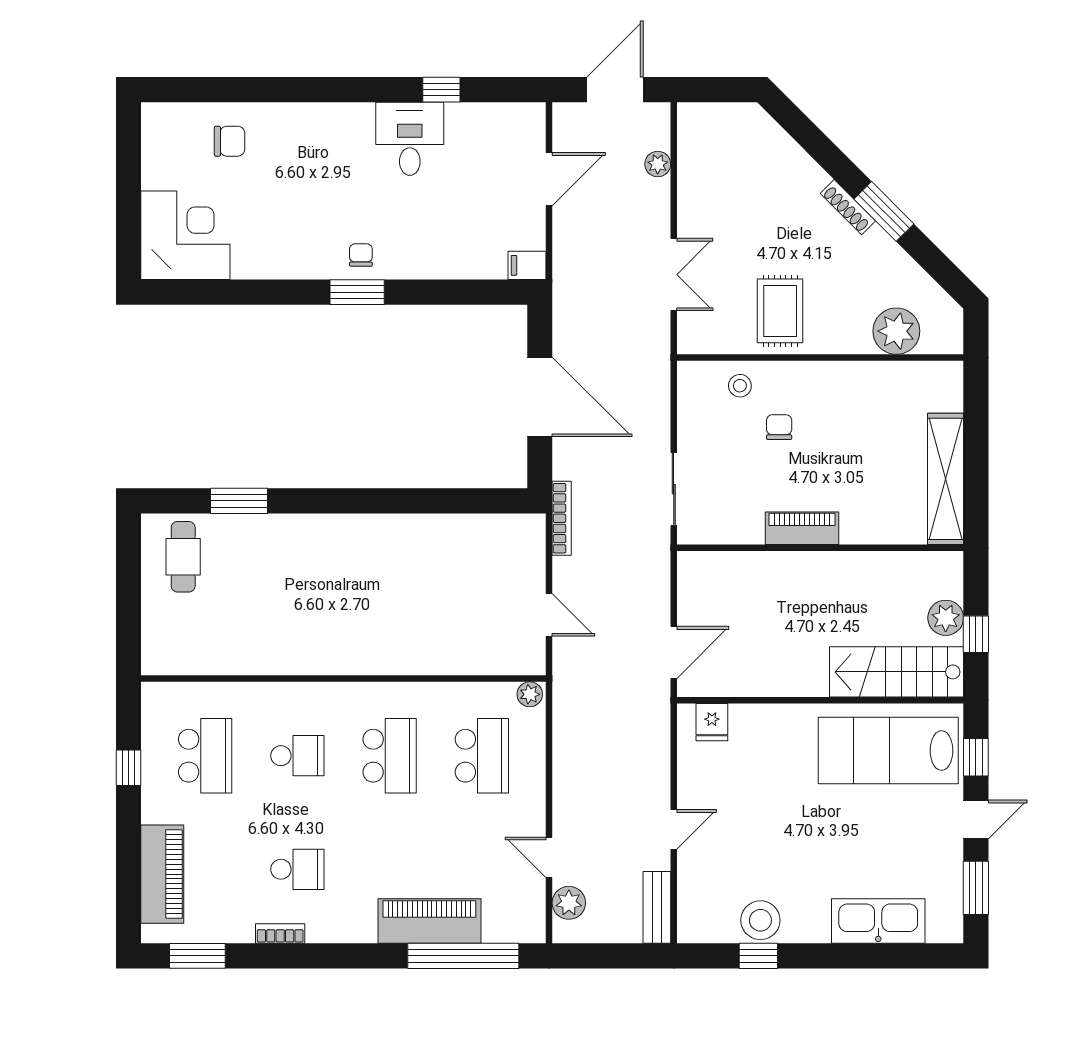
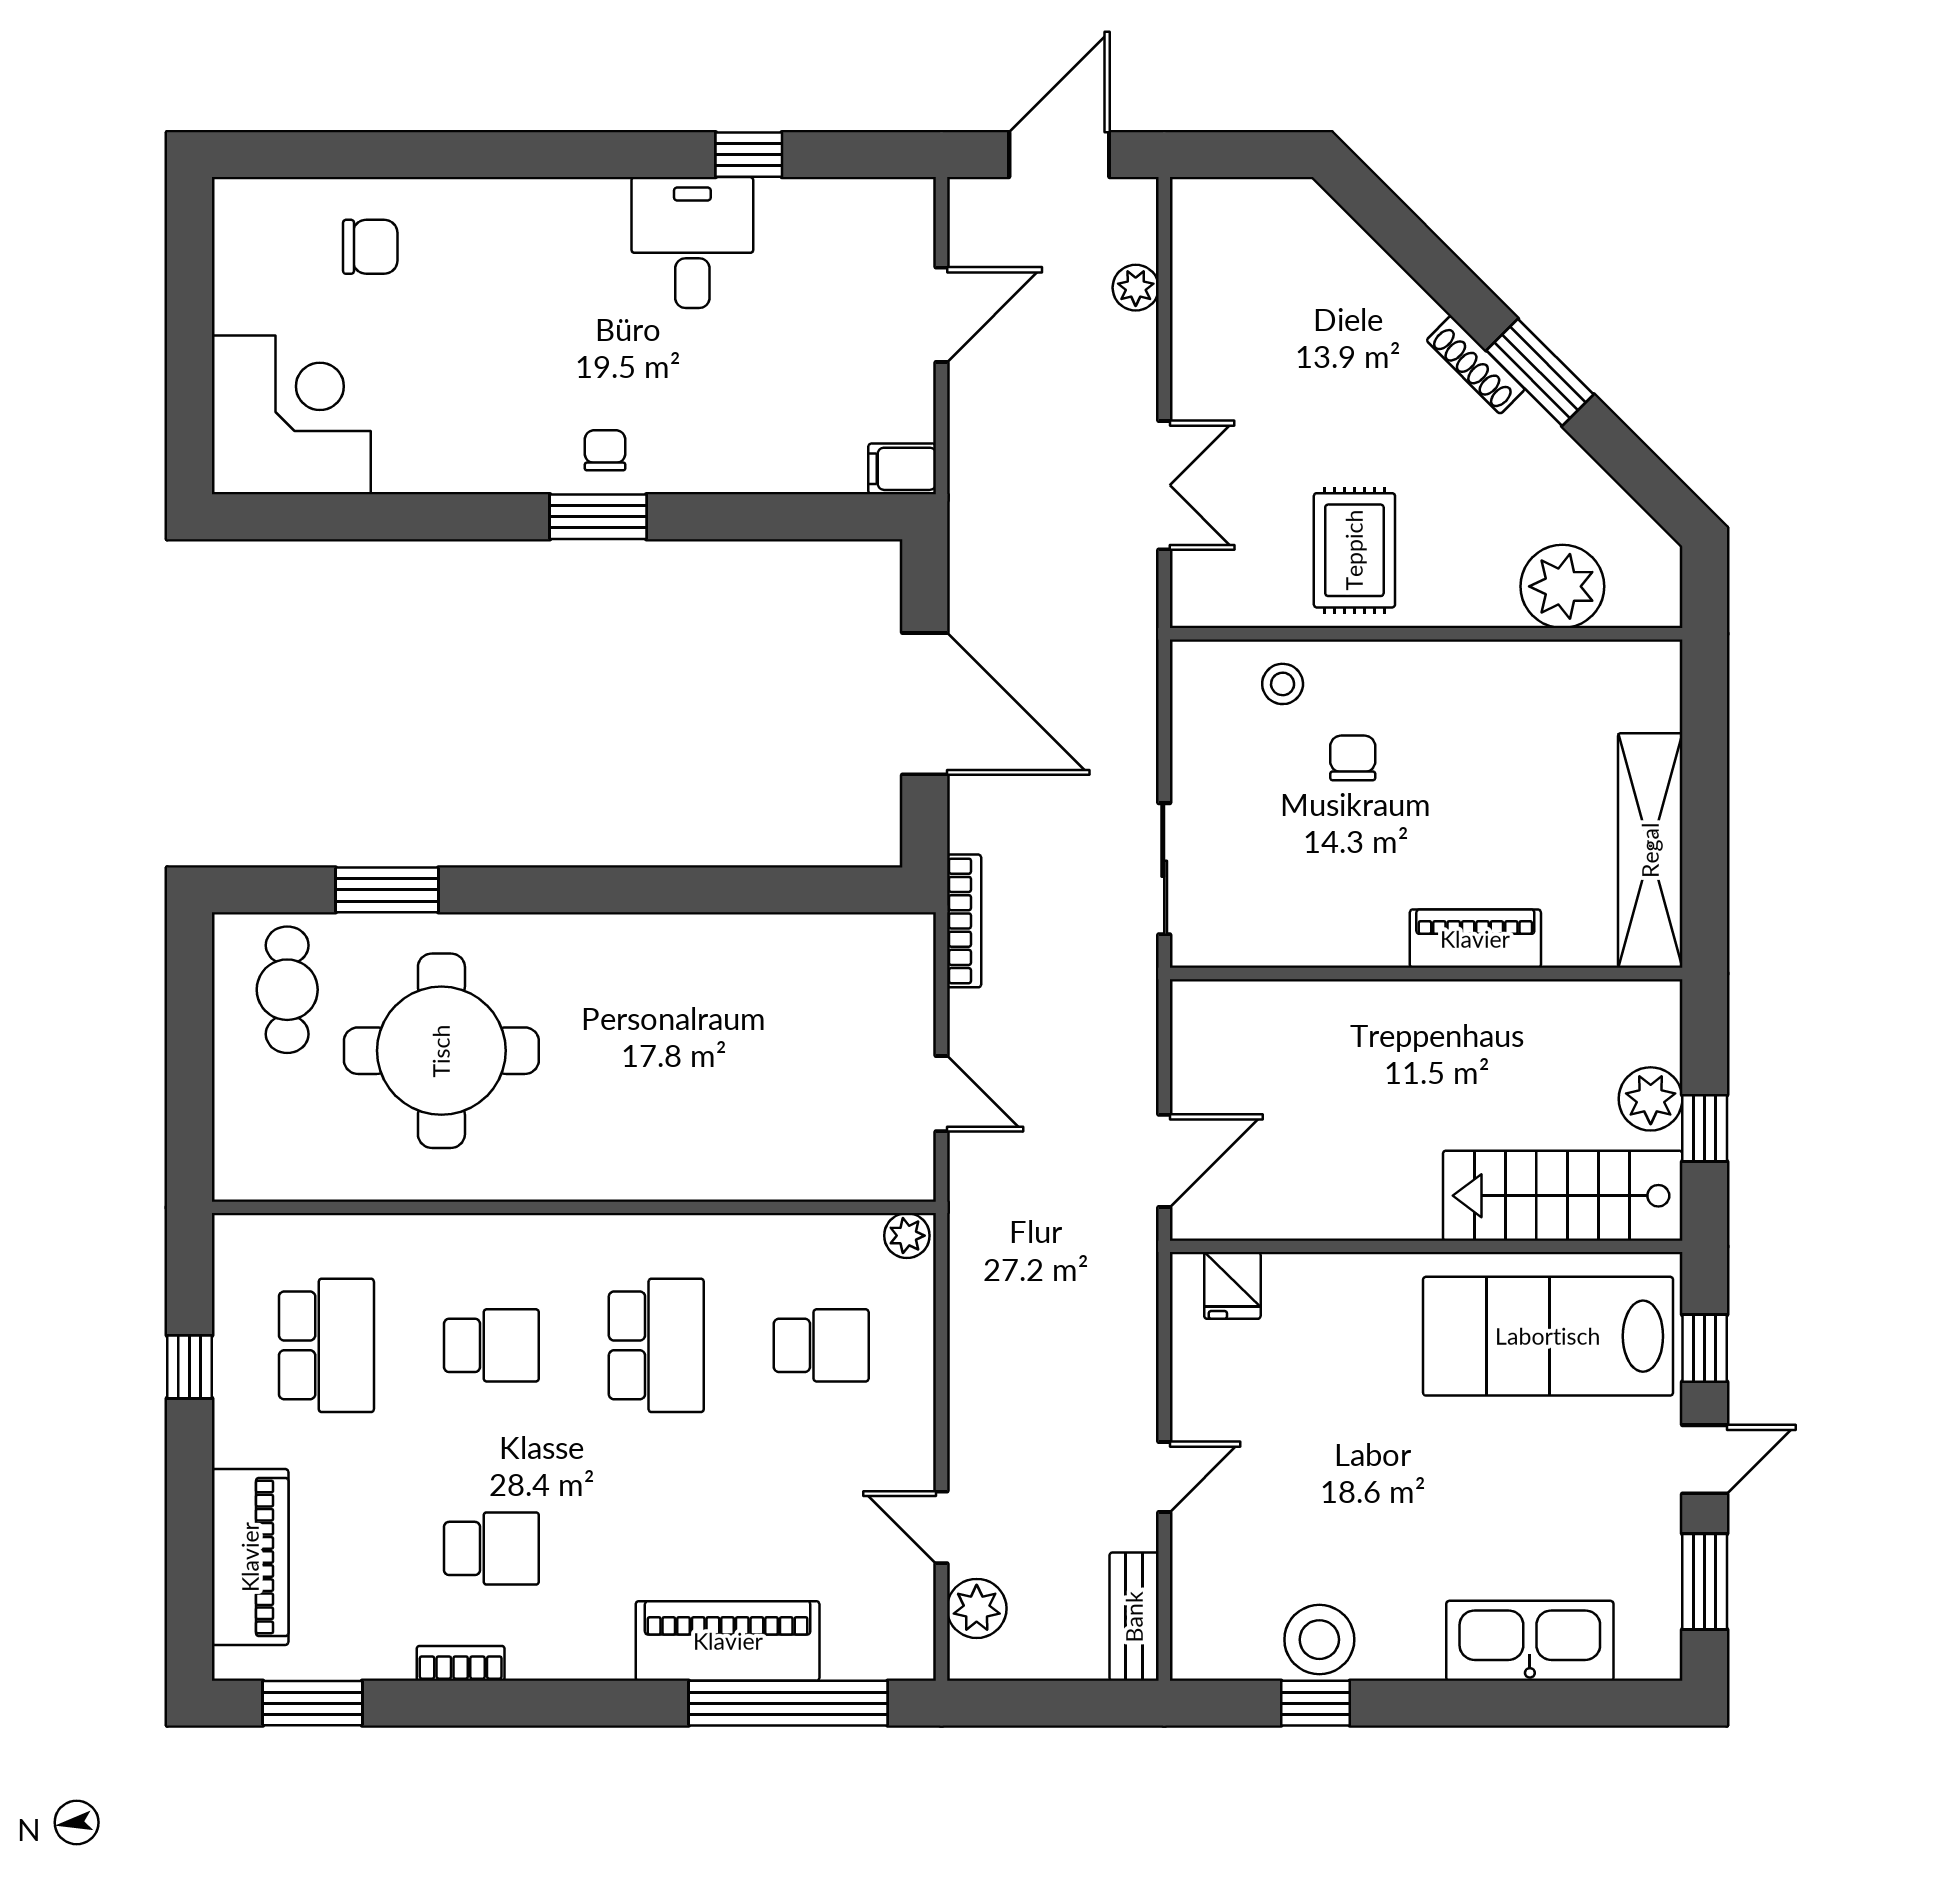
piano: (802, 528) -> (1475, 939), moved
round table: (269, 591) -> (441, 1051), added
school desk: (482, 756) -> (821, 1345), width x0.54

